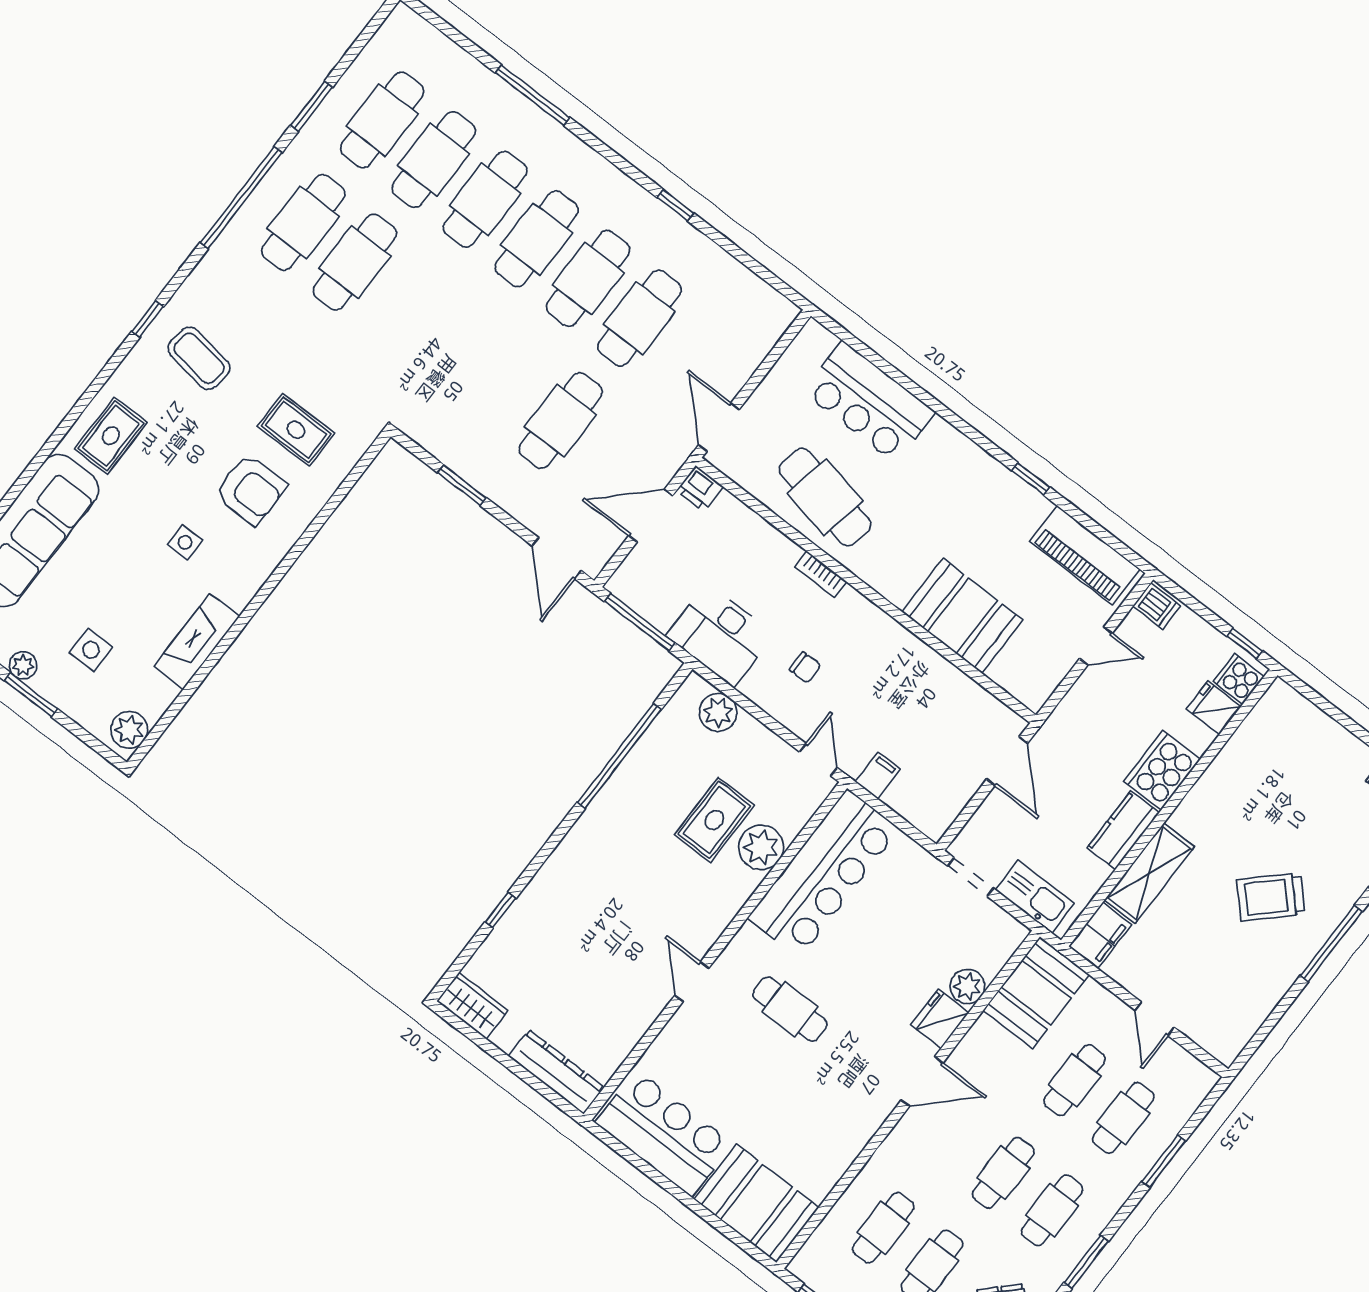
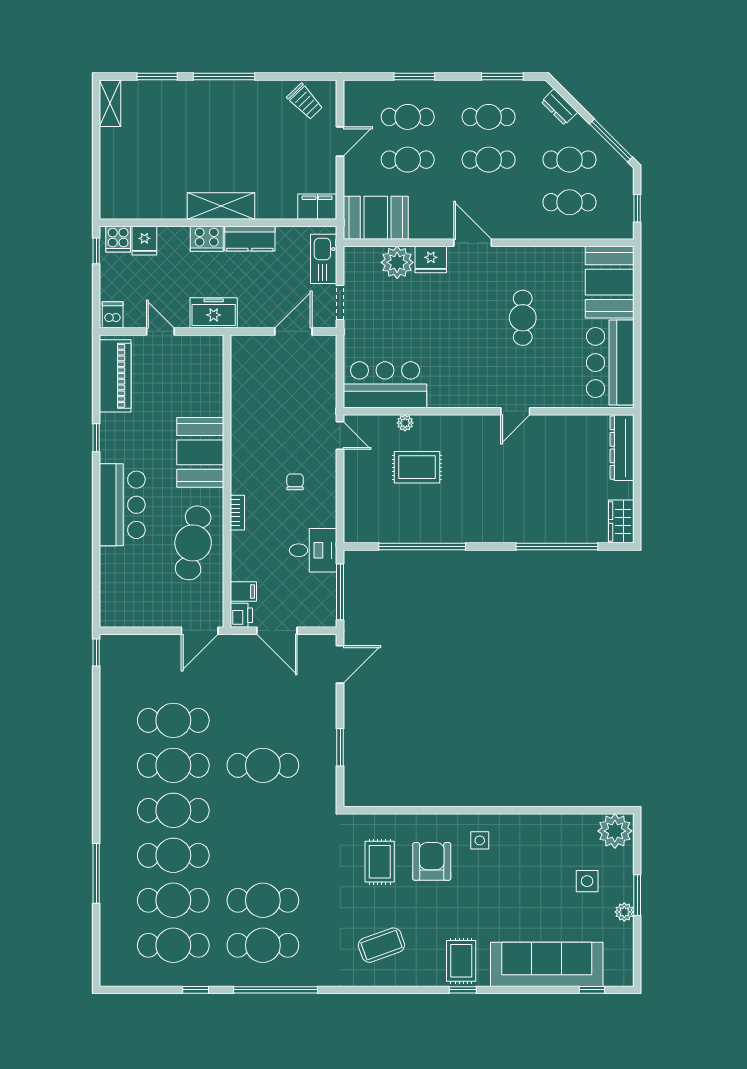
window: (311, 106) -> (196, 990), width x0.67
window: (675, 205) -> (96, 653), moved
window: (148, 319) -> (463, 990), moved
coffee table: (199, 358) -> (381, 945), turned 62
bar counter: (869, 402) -> (122, 505), moved
cafe table: (561, 421) -> (263, 765), moved
rug: (111, 436) -> (461, 961), turned 90
side table: (185, 542) -> (480, 840), moved
booth: (962, 616) -> (200, 452), moved
desk: (720, 635) -> (313, 550), width x0.73
fireplace: (197, 641) -> (538, 827), removed
plant: (718, 712) -> (356, 511), removed
freezer: (1070, 723) -> (214, 313), added
plant: (129, 730) -> (615, 831), width x1.36, depth x1.36
door: (818, 760) -> (340, 436), swing flipped
door: (1007, 761) -> (293, 331), moved
cooker: (1162, 770) -> (207, 239), width x0.73, depth x0.76
filing cabinet: (878, 775) -> (243, 591), moved, turned 180
plant: (761, 847) -> (405, 423), width x0.53, depth x0.53
bar counter: (824, 873) -> (385, 385), width x0.73
shelving: (1149, 873) -> (221, 206), moved
trolley: (1271, 897) -> (305, 102), moved, width x0.73, depth x0.72
window: (500, 910) -> (557, 546), width x3.17
plant: (967, 986) -> (397, 262), width x1.36, depth x1.36
cafe table: (790, 1009) -> (523, 318), moved

